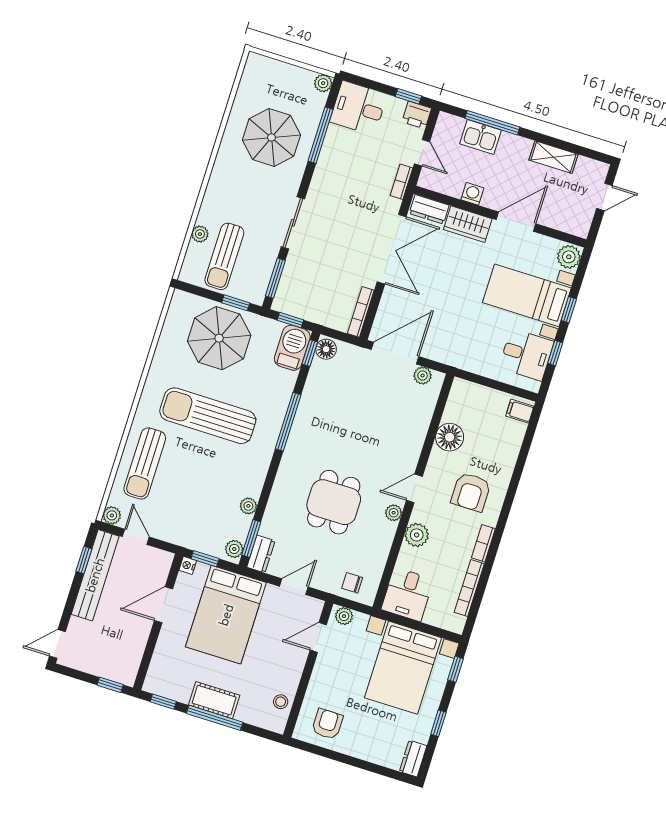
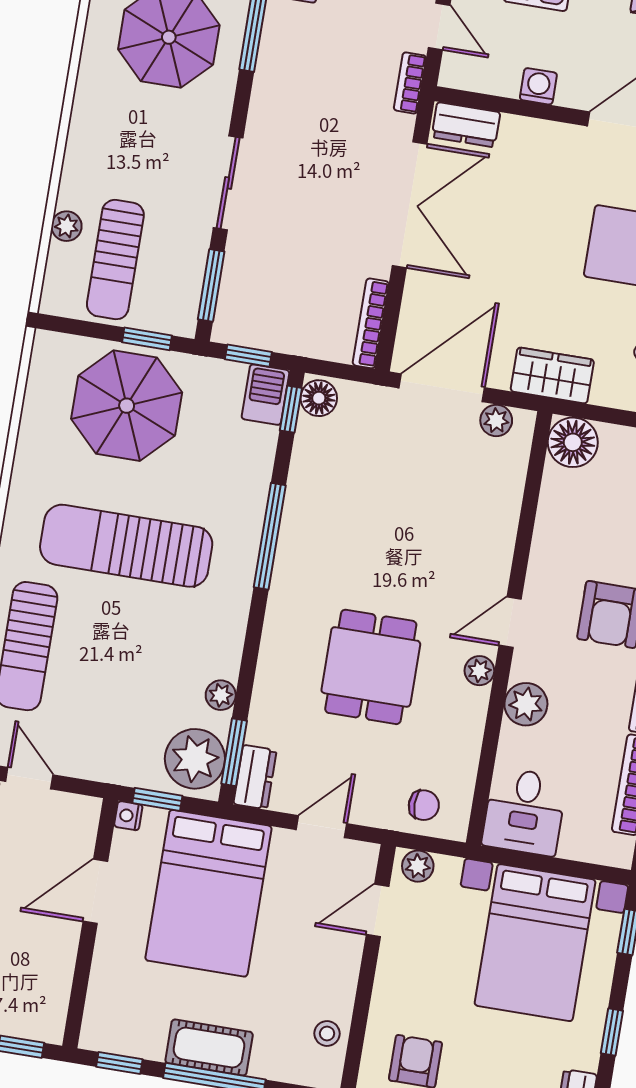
wardrobe: (468, 224) -> (552, 375), moved, turned 180
barbecue: (292, 348) -> (265, 395), width x0.73, depth x0.79
floor lamp: (450, 437) -> (573, 442), moved
plant: (234, 549) -> (195, 759), width x1.87, depth x1.87
chair: (352, 583) -> (424, 805), turned 180

